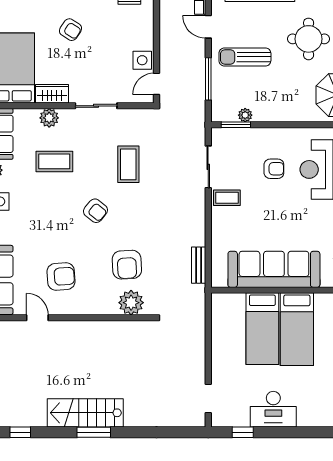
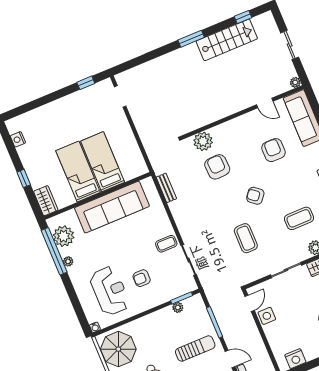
armchair: (61, 277) -> (273, 150), moved, turned 94
desk: (273, 409) -> (71, 108), removed
stairs: (85, 413) -> (227, 40), moved

